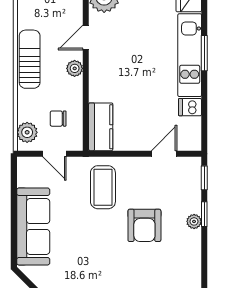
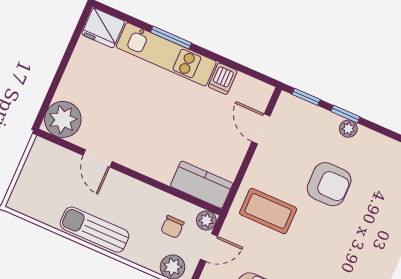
plant: (75, 68) -> (206, 220), moved

